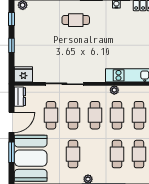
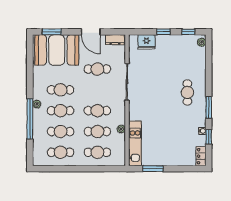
fridge: (23, 74) -> (146, 42), moved, turned 90
cafe table: (73, 115) -> (61, 111), moved
window: (12, 152) -> (52, 32), moved

